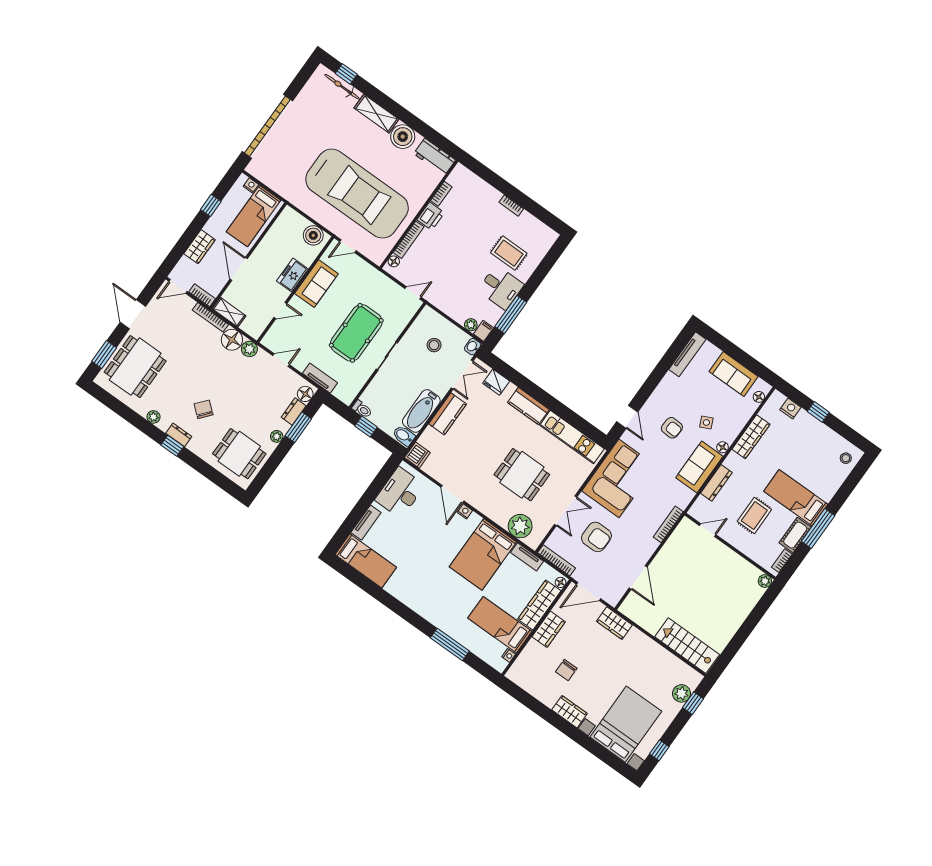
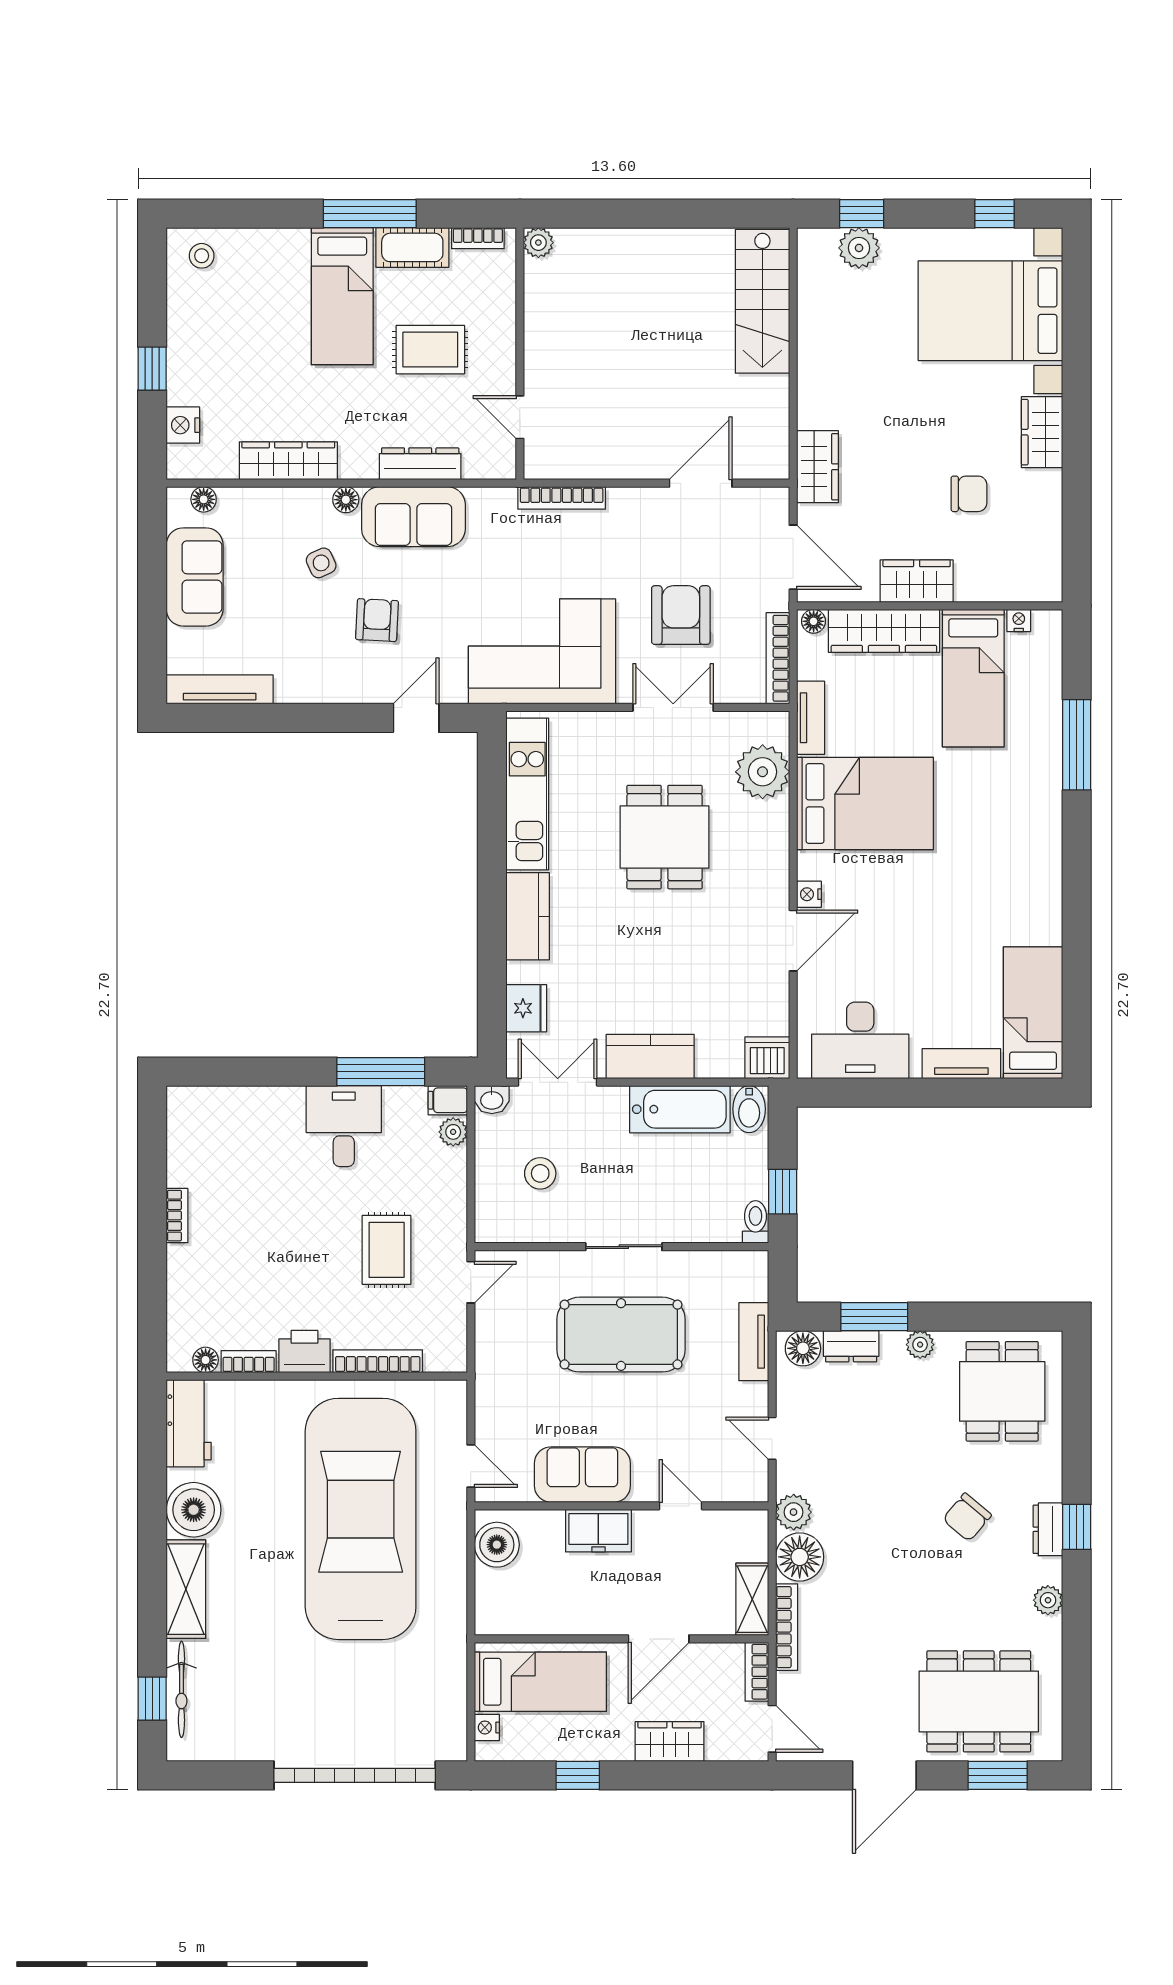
rug: (509, 253) -> (387, 1250), moved
floor lamp: (394, 261) -> (206, 1360), moved
door: (413, 293) -> (471, 1282), swing flipped

